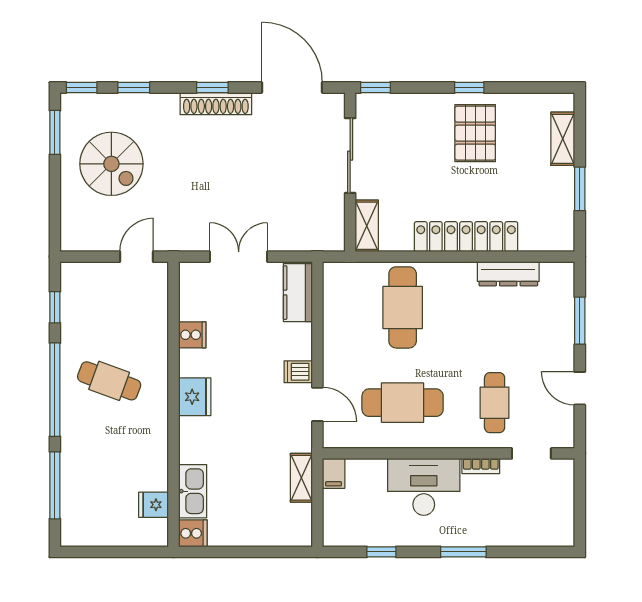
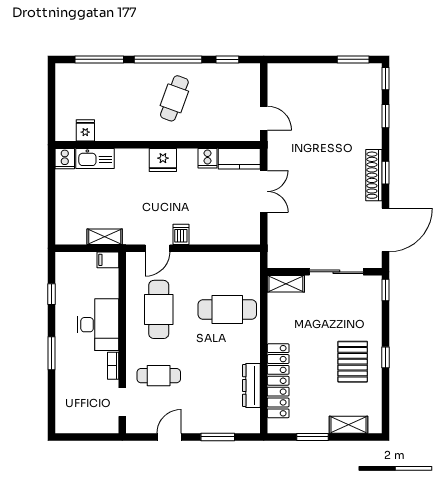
pallet: (475, 133) -> (353, 362), turned 90
spiral stairs: (111, 164) -> (331, 100), removed
locker: (466, 237) -> (278, 381), moved
kitchen counter: (298, 293) -> (239, 159), moved, turned 180

